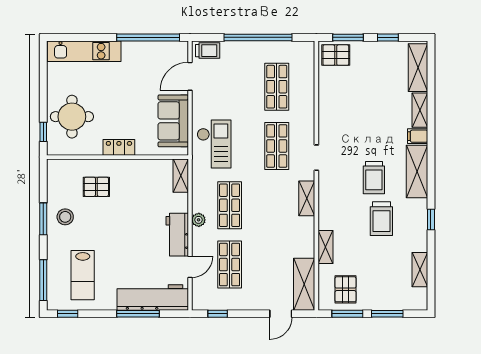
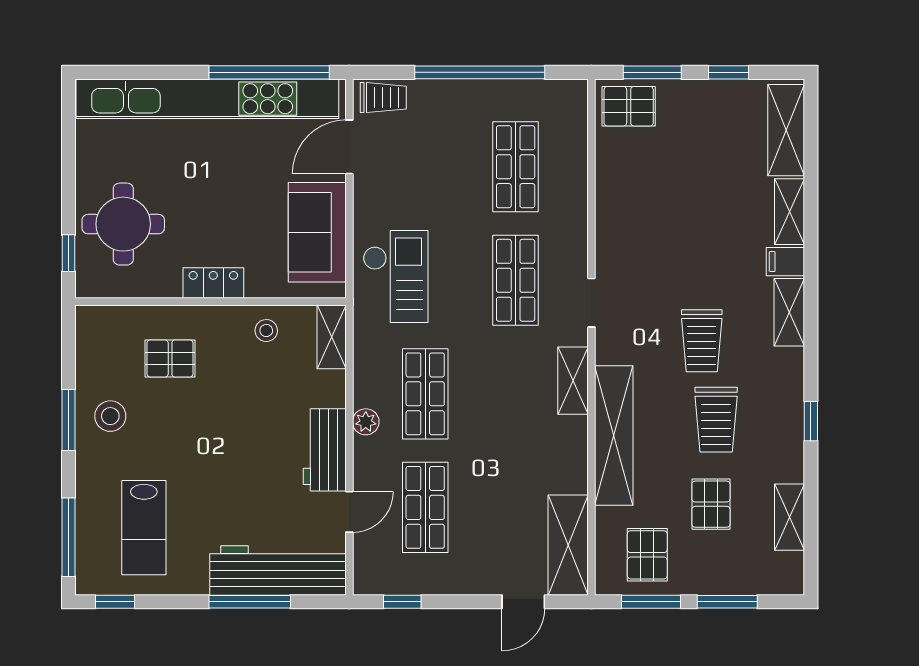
kitchen unit: (84, 51) -> (207, 99), width x1.86
shelving: (417, 171) -> (789, 312), width x0.67, depth x0.75
stool: (147, 172) -> (266, 331), added
shelving: (325, 247) -> (614, 436), width x2.20, depth x1.33
pallet: (379, 263) -> (711, 504), added

